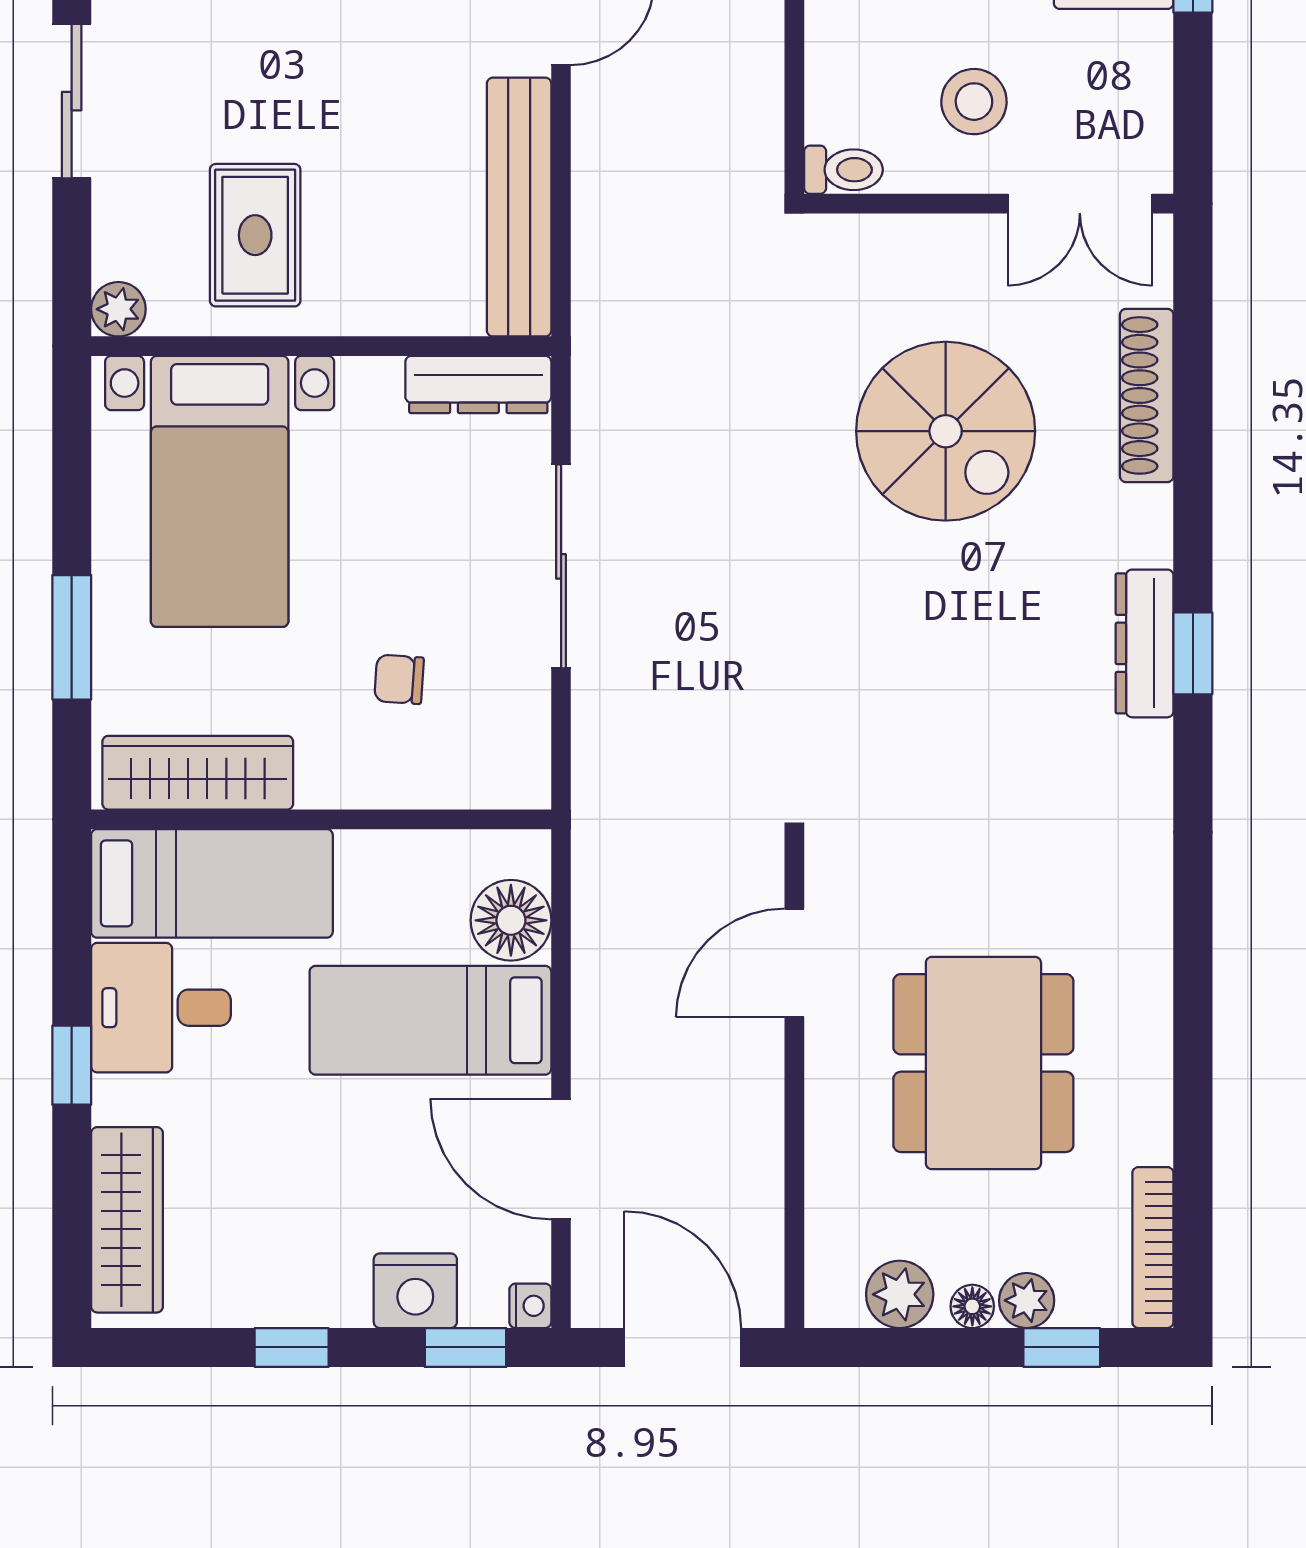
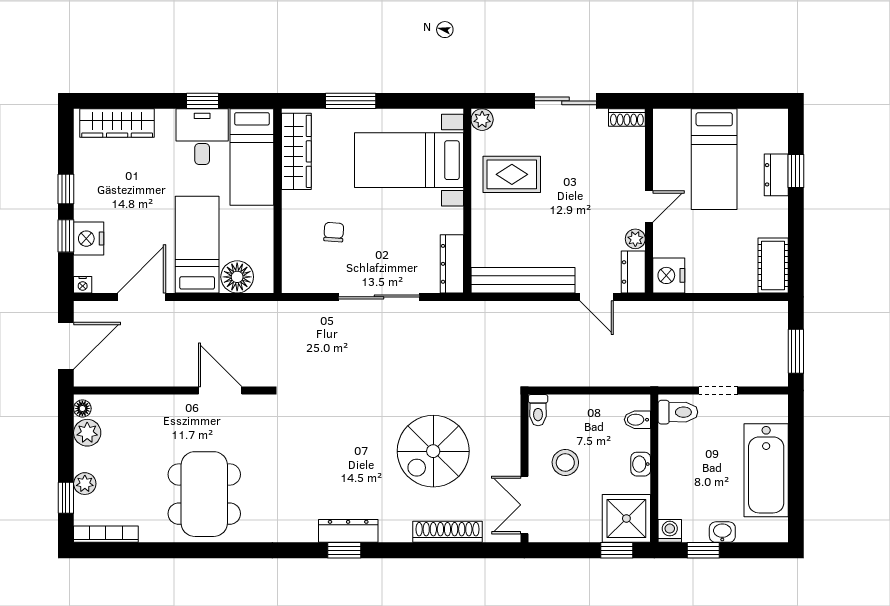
dining table: (983, 1063) -> (204, 494), moved, turned 90
window: (72, 1065) -> (203, 101), moved
floor lamp: (972, 1306) -> (82, 408), moved
window: (465, 1347) -> (66, 236), moved

